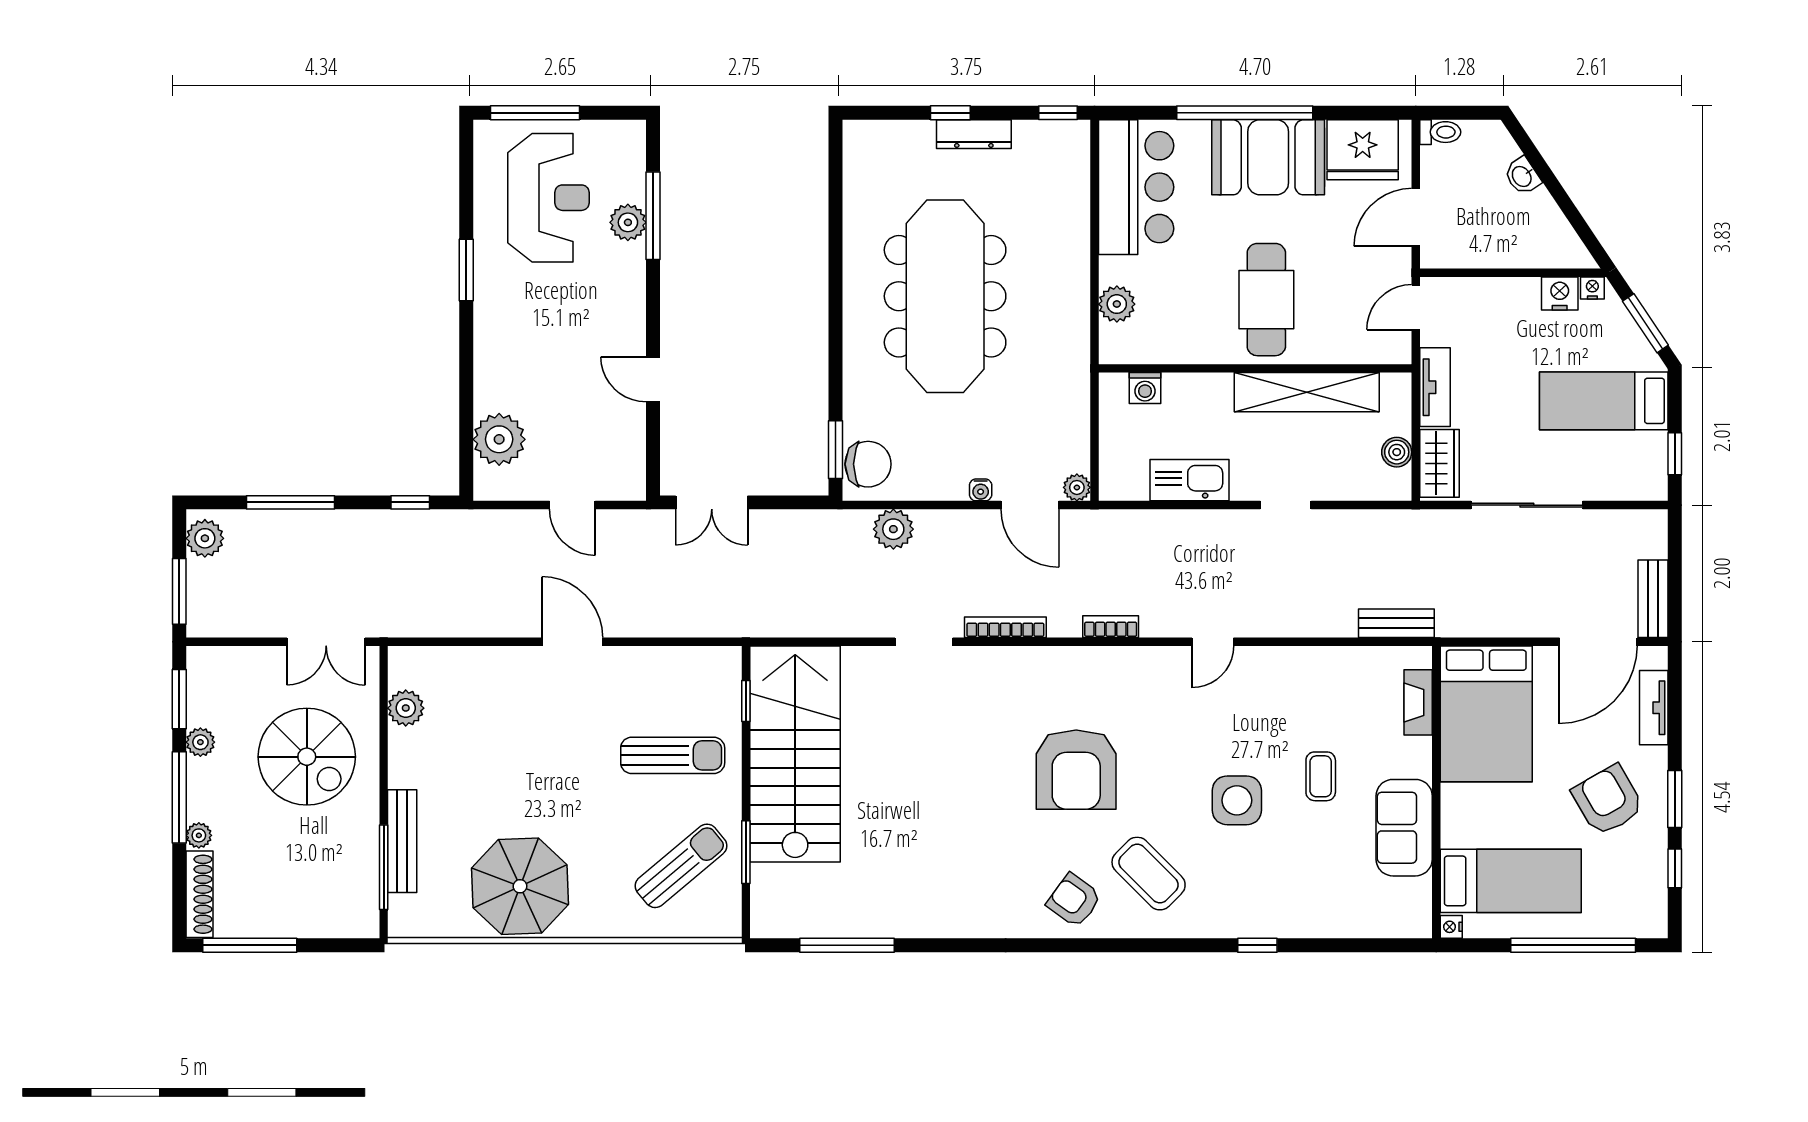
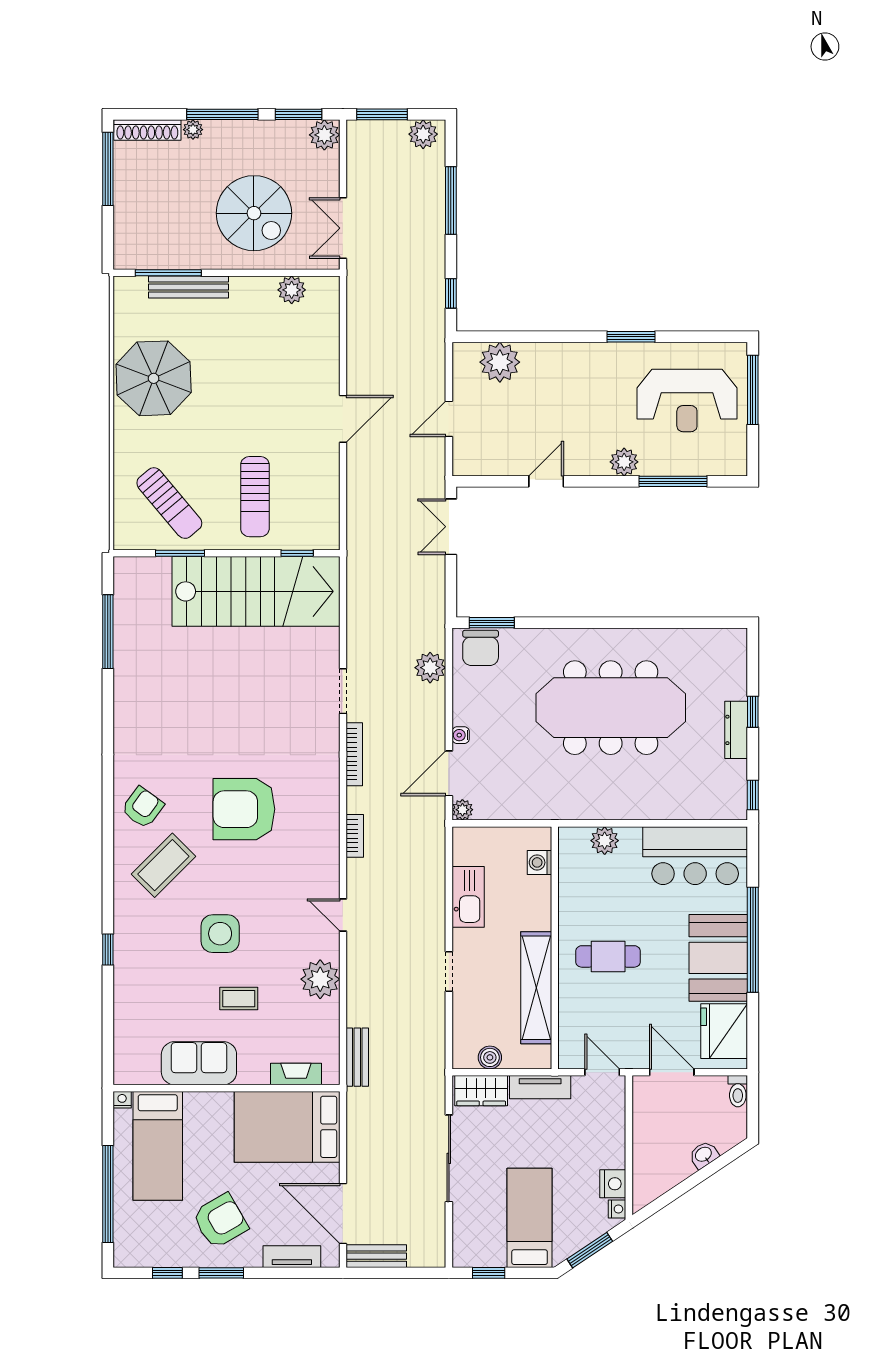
plant: (628, 222) -> (624, 462), moved
cafe table: (1266, 300) -> (608, 956), width x0.73, depth x0.74
plant: (1296, 671) -> (320, 979), added
plant: (200, 742) -> (324, 135), moved, width x1.38, depth x1.38
spiral stairs: (307, 757) -> (254, 213), turned -90

